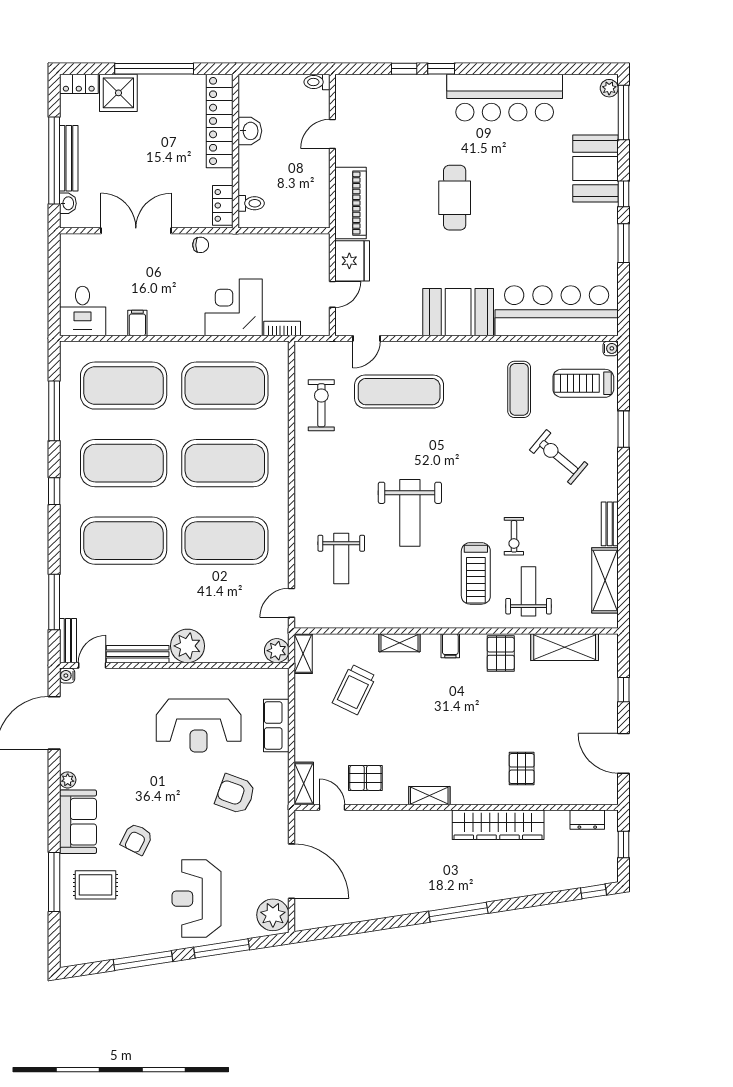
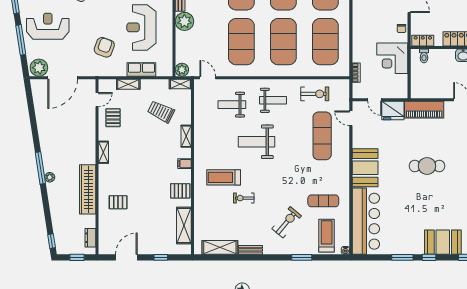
corner desk: (234, 307) -> (392, 58), moved, turned 180
weight bench: (529, 591) -> (273, 100), moved
shelving: (304, 783) -> (128, 84), moved
plant: (475, 895) -> (50, 177), added

